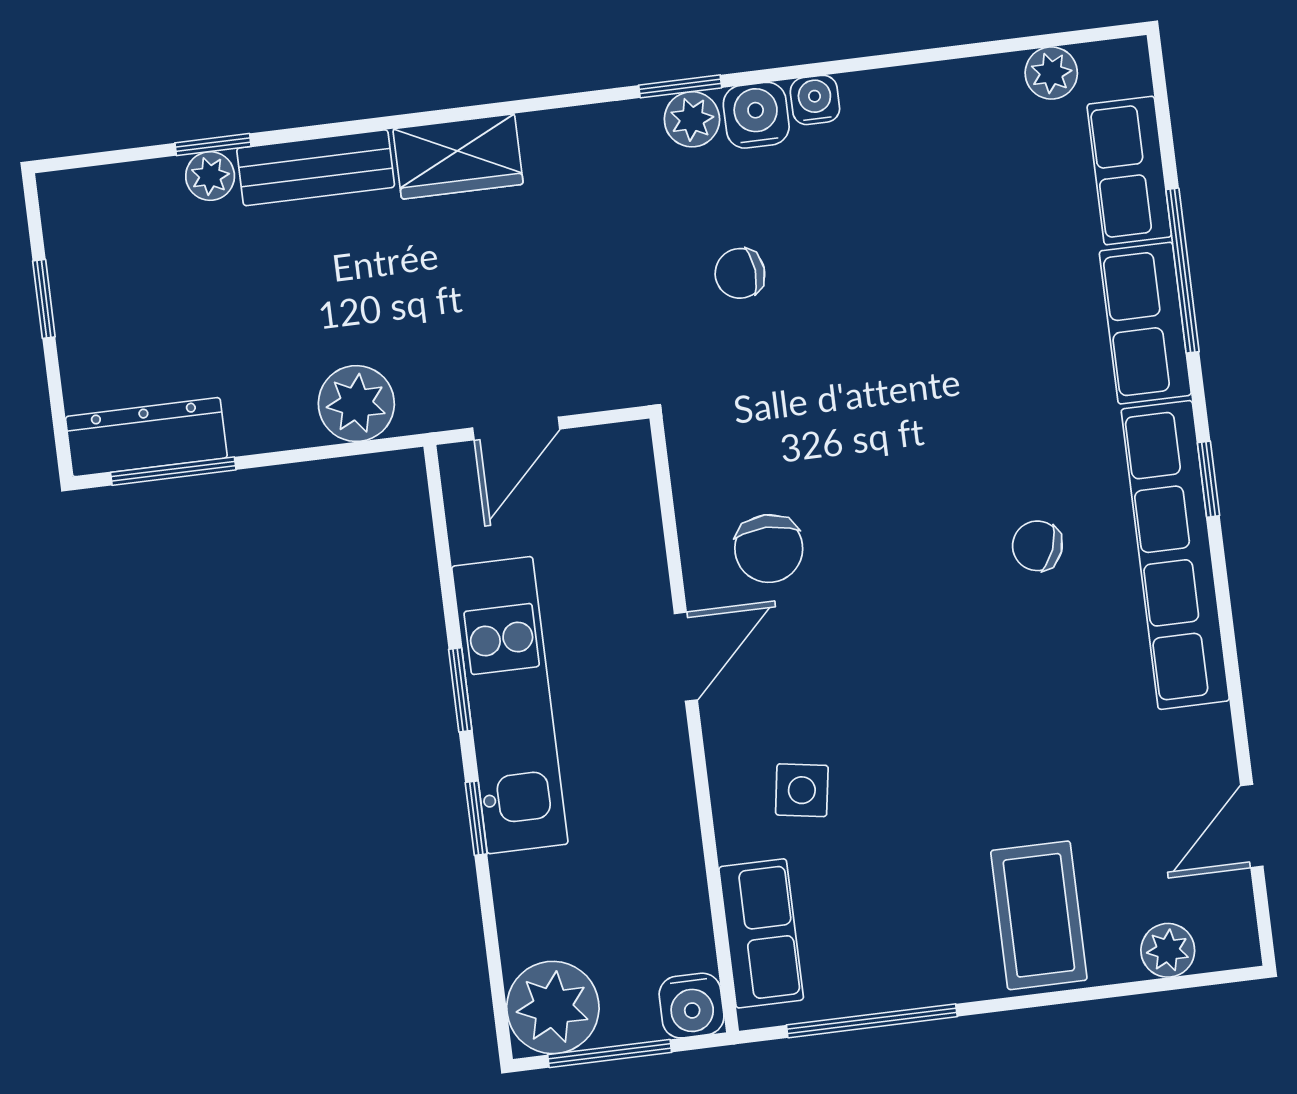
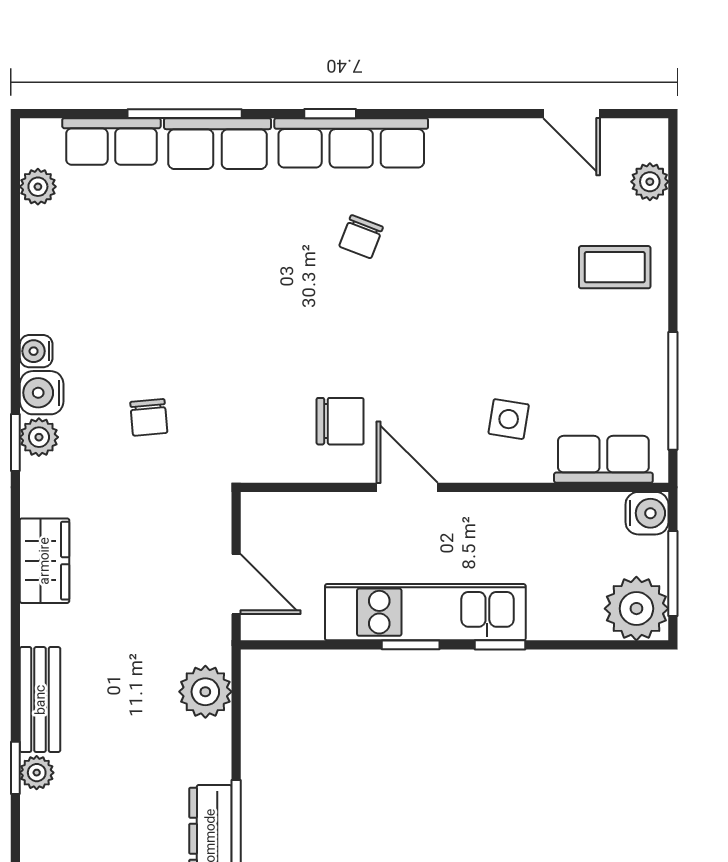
wardrobe: (458, 157) -> (44, 561), moved
row of seats: (1175, 555) -> (351, 143), width x0.73
coffee table: (1039, 915) -> (615, 267), width x0.73, depth x0.77

